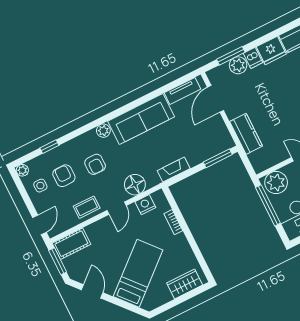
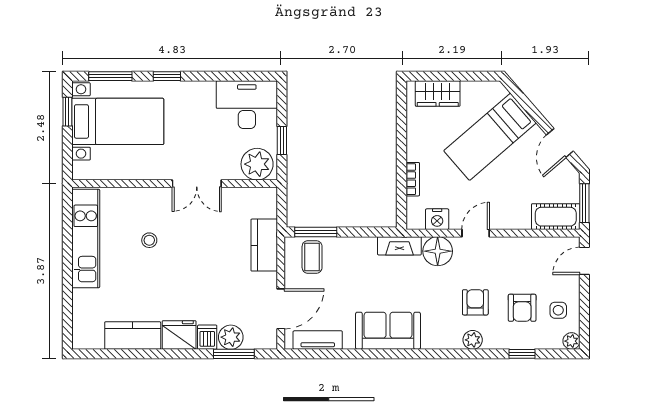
sofa: (141, 119) -> (388, 331), width x0.73
plant: (103, 131) -> (473, 340), moved
fireplace: (174, 170) -> (399, 246), moved
window: (268, 205) -> (282, 140), width x0.46
coffee table: (87, 207) -> (312, 257), moved, turned 90

